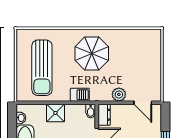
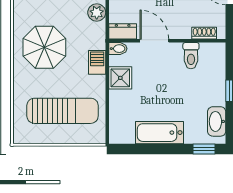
shower: (55, 113) -> (120, 78), moved
washbasin: (21, 118) -> (127, 138), removed

